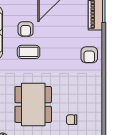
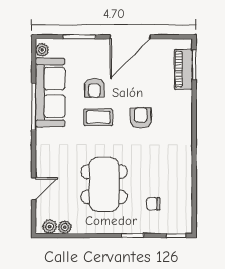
armchair: (89, 55) -> (141, 118), moved, turned 180

